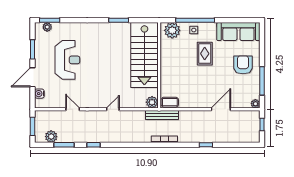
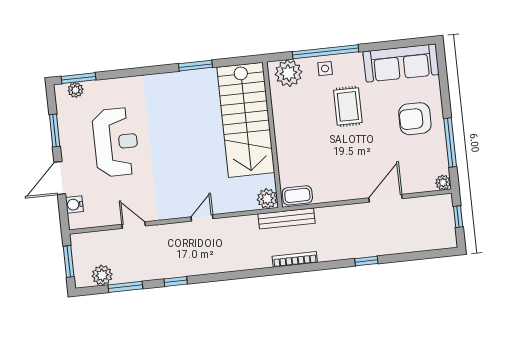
armchair: (243, 65) -> (415, 119), turned -90

